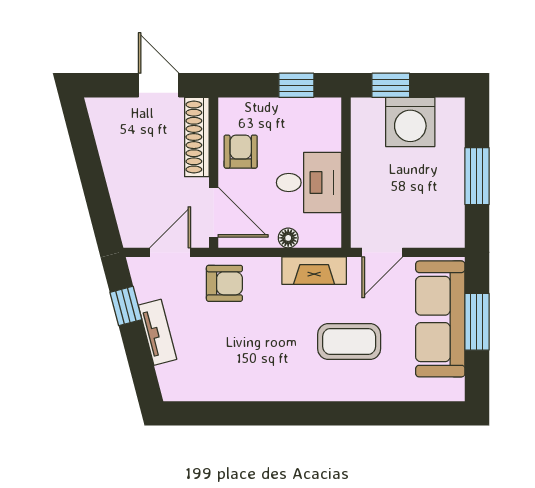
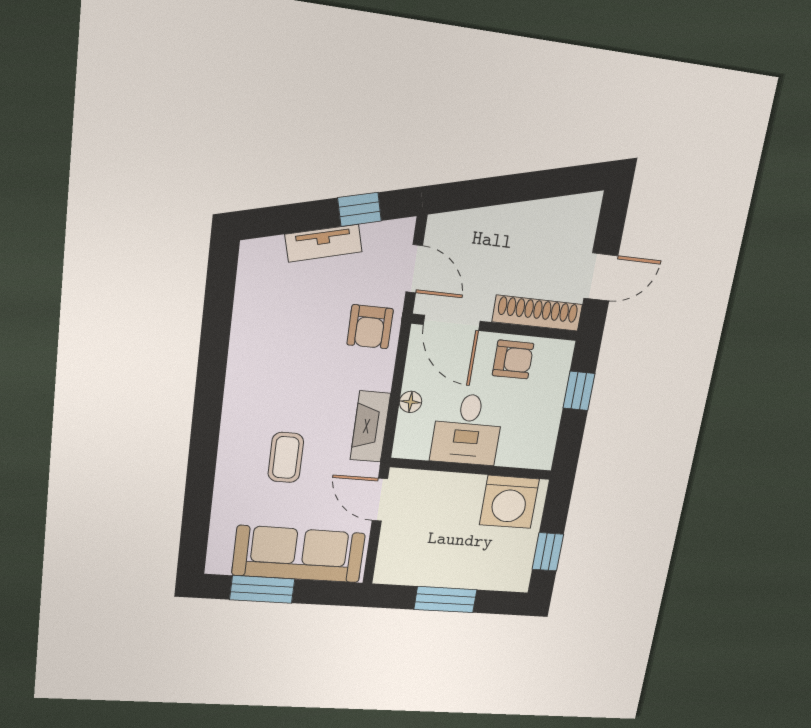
window: (296, 85) -> (579, 391), moved
window: (391, 85) -> (548, 552), moved
washing machine: (410, 122) -> (509, 502), moved, turned -90
door: (214, 212) -> (452, 323), hinge flipped
window: (477, 322) -> (262, 589), moved
coffee table: (349, 341) -> (286, 457), width x0.73, depth x0.77

